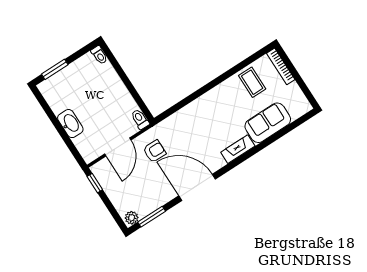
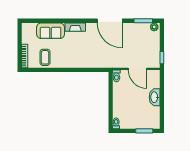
door: (118, 147) -> (138, 69), swing flipped
armchair: (154, 151) -> (120, 54), removed

